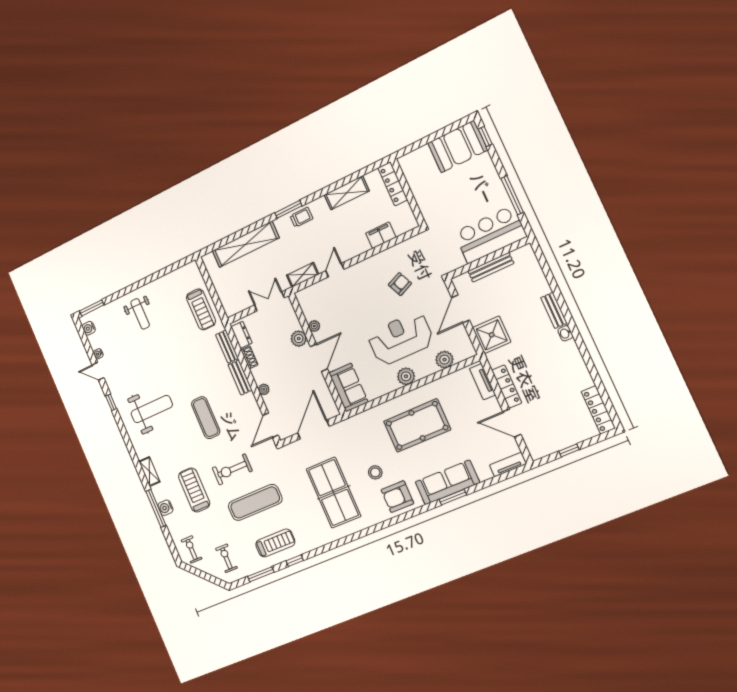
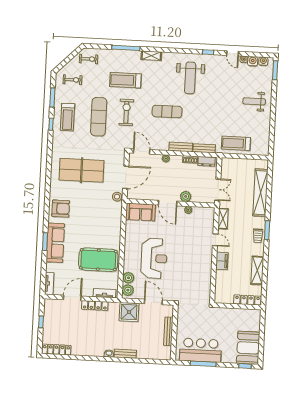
filing cabinet: (381, 235) -> (222, 261), moved
bar counter: (490, 235) -> (200, 350), moved, turned -90
armchair: (400, 284) -> (186, 274), removed
door: (98, 371) -> (233, 53), swing flipped
plant: (406, 376) -> (128, 290), moved
pool table: (417, 425) -> (98, 260), moved, turned 90
door: (313, 430) -> (126, 177), hinge flipped
stool: (375, 472) -> (117, 197), moved
treadmill: (194, 490) -> (125, 80), turned 180
armchair: (397, 497) -> (61, 209), turned 90
water cooler: (165, 508) -> (253, 61), moved

